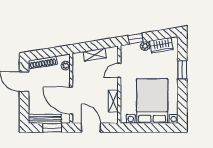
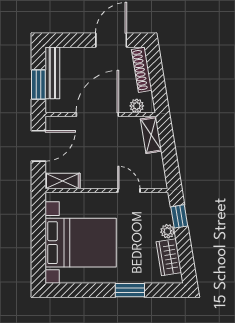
shelving: (95, 55) -> (151, 135), moved
door: (71, 101) -> (97, 114), moved
shelving: (113, 101) -> (62, 181), moved

